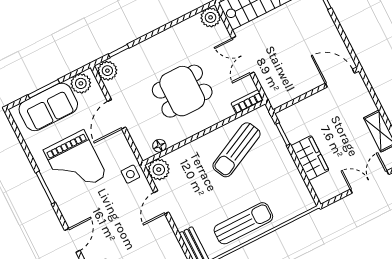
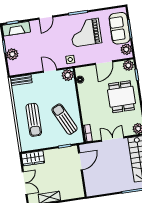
door: (340, 78) -> (80, 161), moved
dining table: (182, 91) -> (121, 97), moved
door: (117, 114) -> (104, 63), swing flipped
wardrobe: (310, 158) -> (33, 158), moved
sun lounger: (243, 223) -> (34, 120), moved
door: (72, 240) -> (46, 18), hinge flipped

